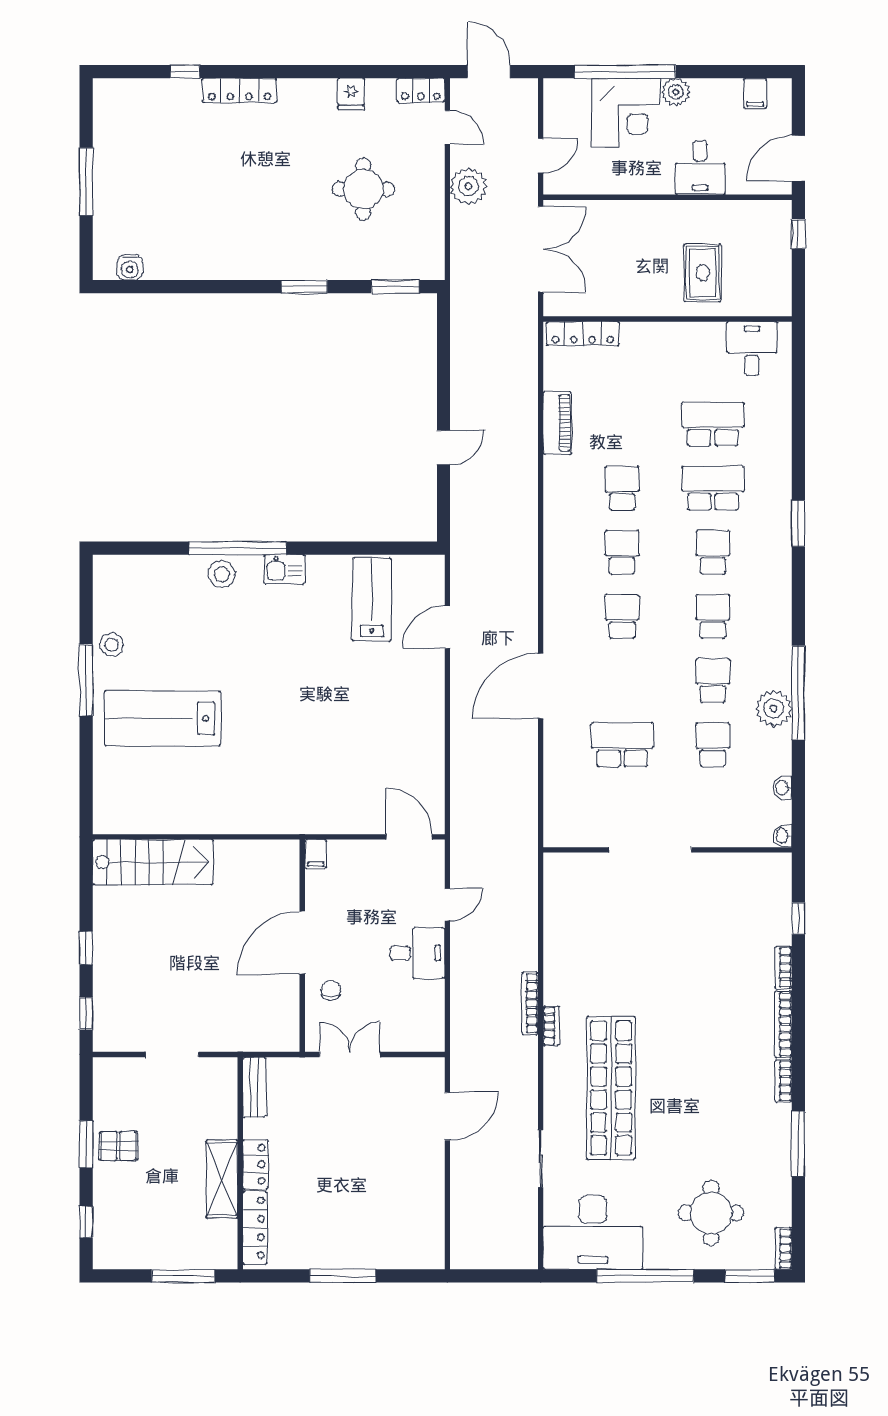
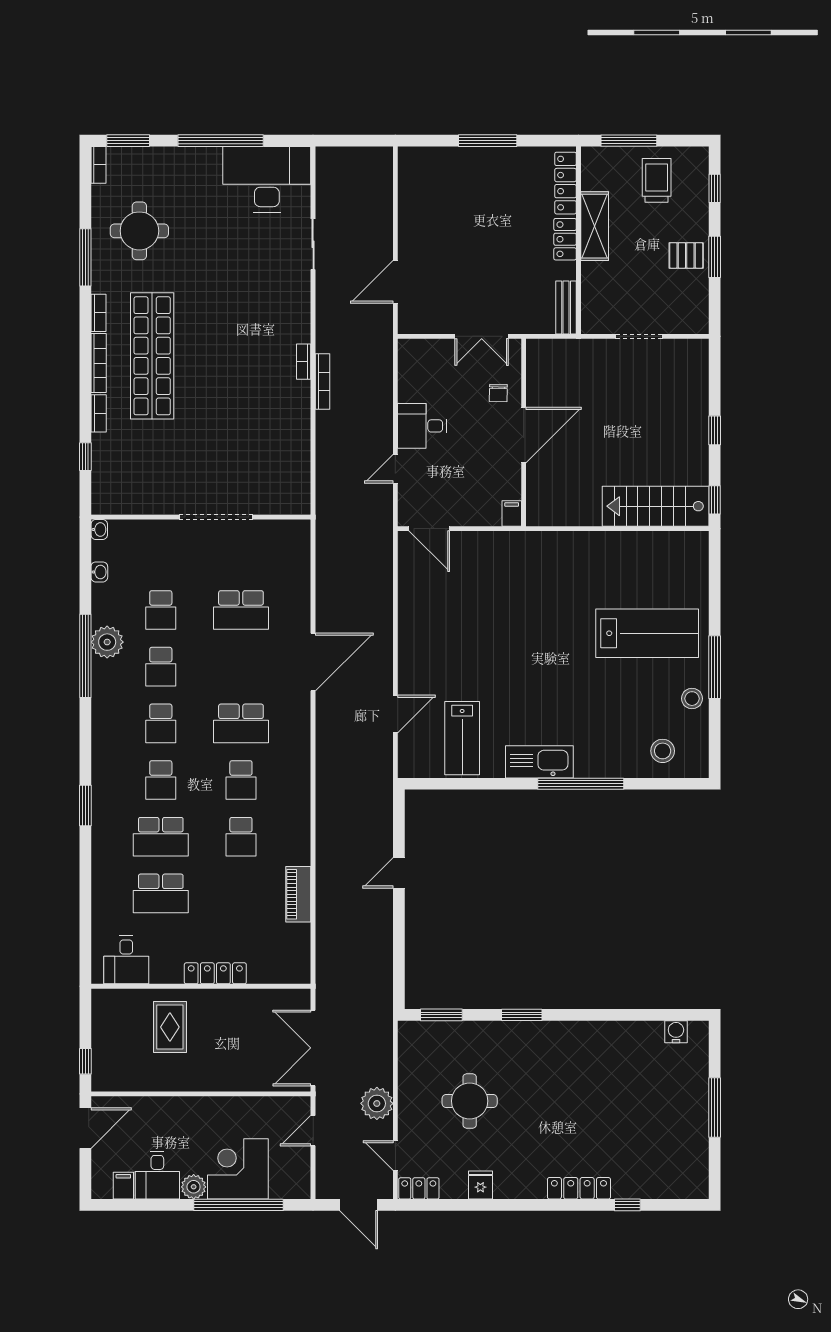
desk: (700, 168) -> (157, 1175), moved, turned 180
locker: (583, 334) -> (215, 973), moved
kitchen sink: (284, 569) -> (539, 762), width x1.88, depth x1.24
stool: (222, 574) -> (663, 751), moved
school desk: (622, 616) -> (241, 723), width x1.85
window: (86, 1013) -> (715, 500), moved
shop shelf: (611, 1088) -> (152, 356), moved
round table: (711, 1213) -> (139, 231), moved
trolley: (152, 1231) -> (657, 180), added

